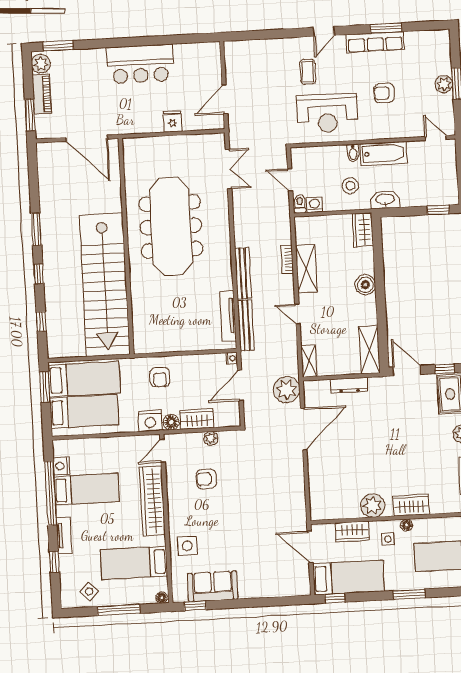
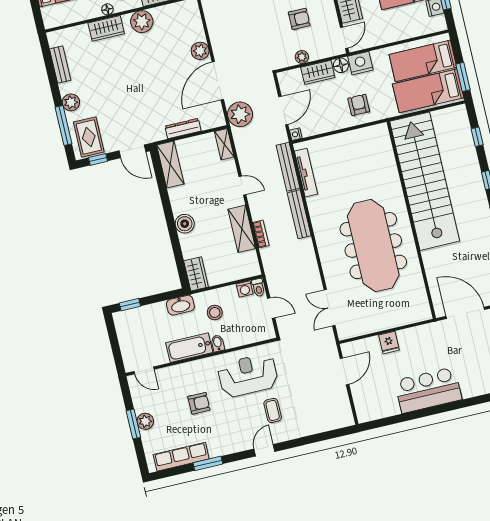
row of seats: (375, 42) -> (181, 457), moved
plant: (317, 464) -> (200, 51), added

